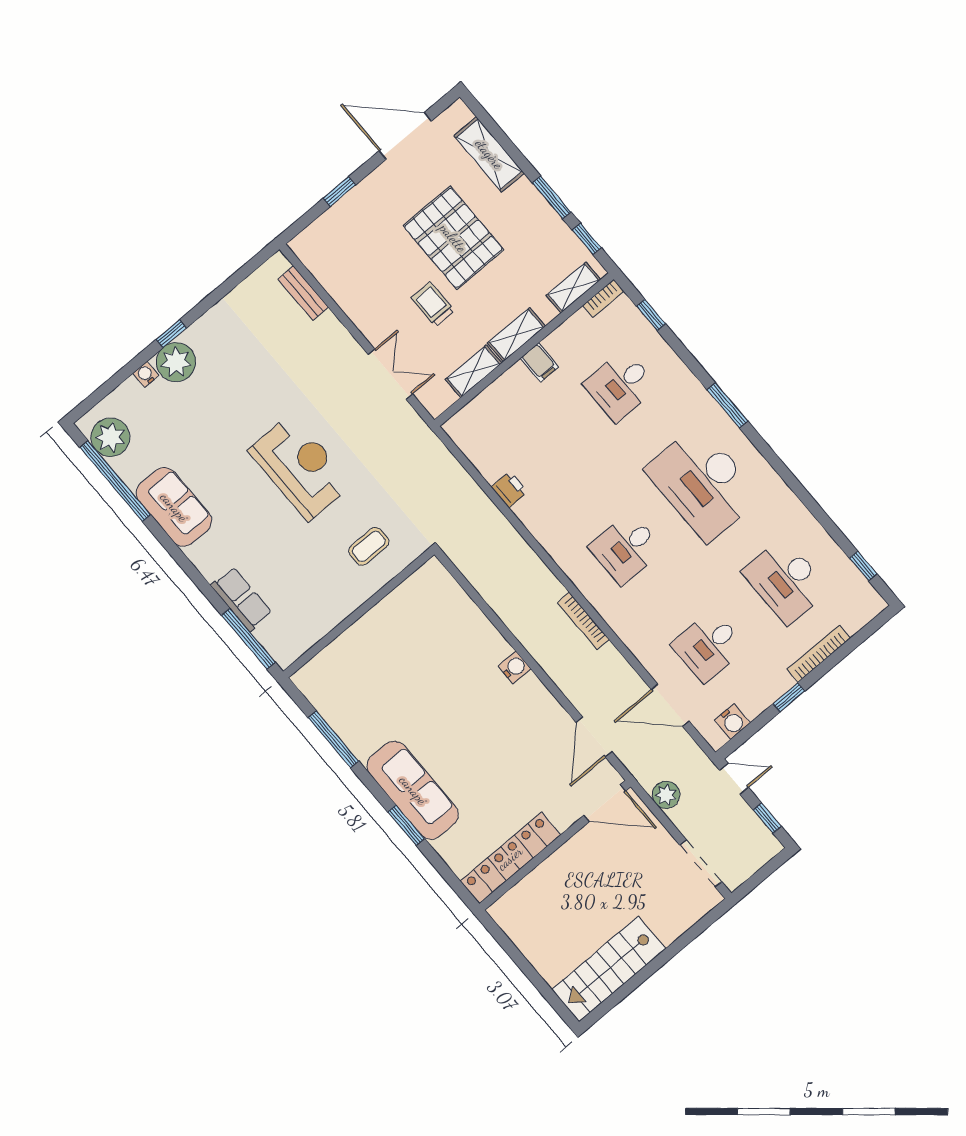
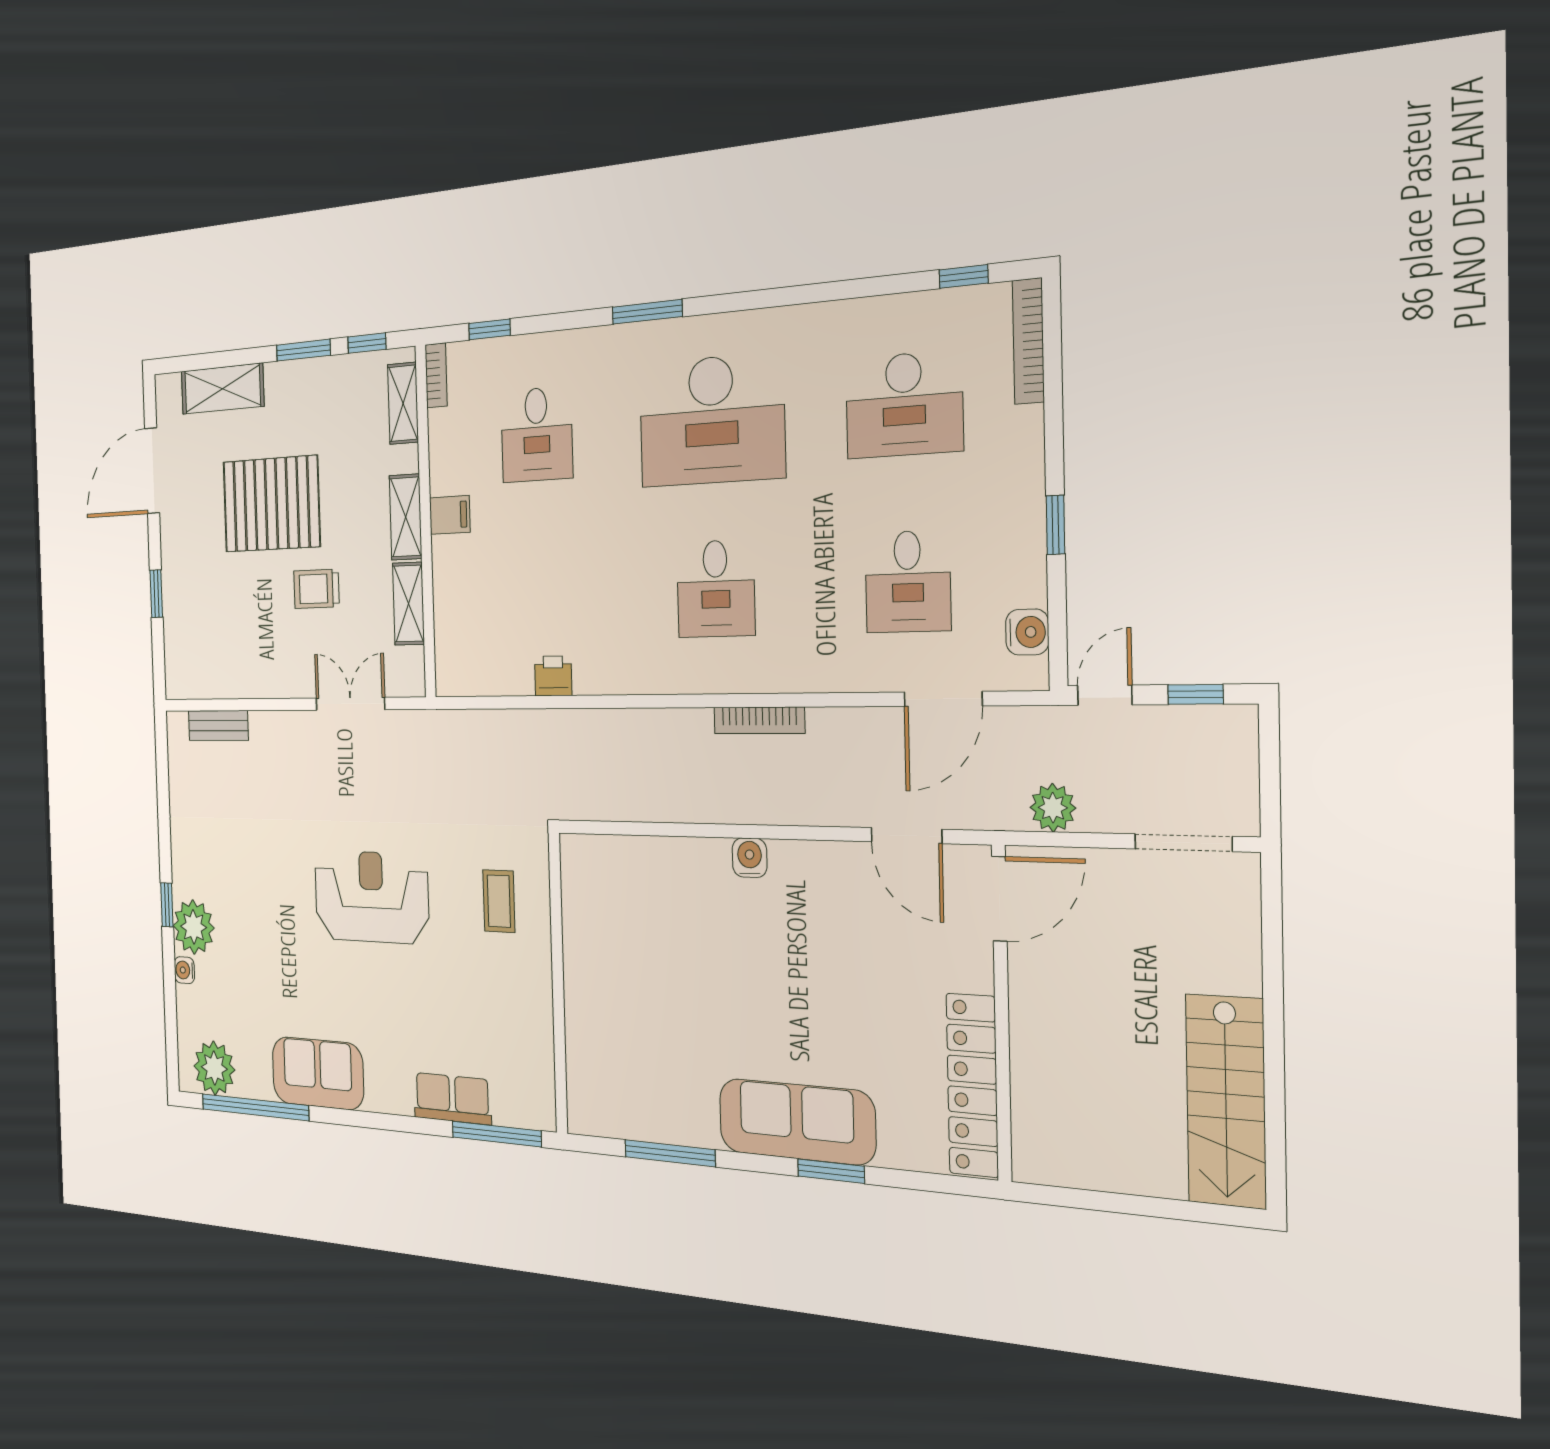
bookcase: (818, 654) -> (1028, 341), moved

